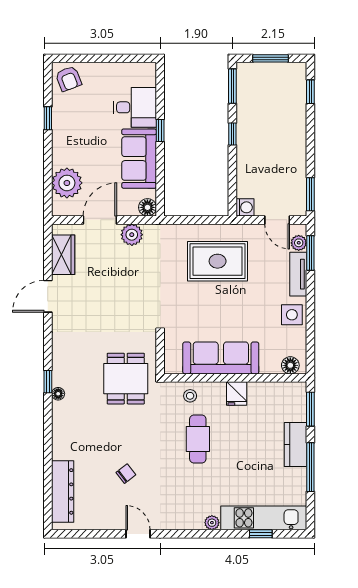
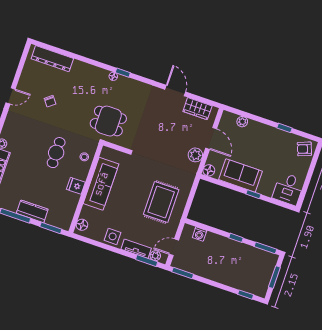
desk: (135, 107) -> (288, 189), moved
plant: (67, 183) -> (242, 122), width x0.53, depth x0.53
washing machine: (245, 207) -> (200, 234), moved
cafe table: (198, 439) -> (56, 153), turned 90

